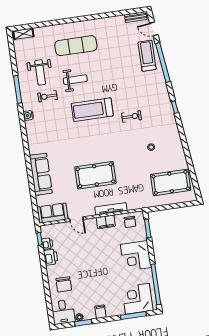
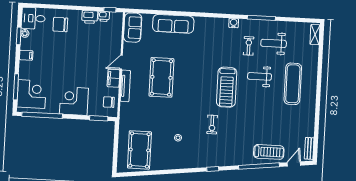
weight bench: (75, 80) -> (260, 76), turned 90
treadmill: (92, 110) -> (227, 87), turned 180
door: (76, 219) -> (121, 62), moved

